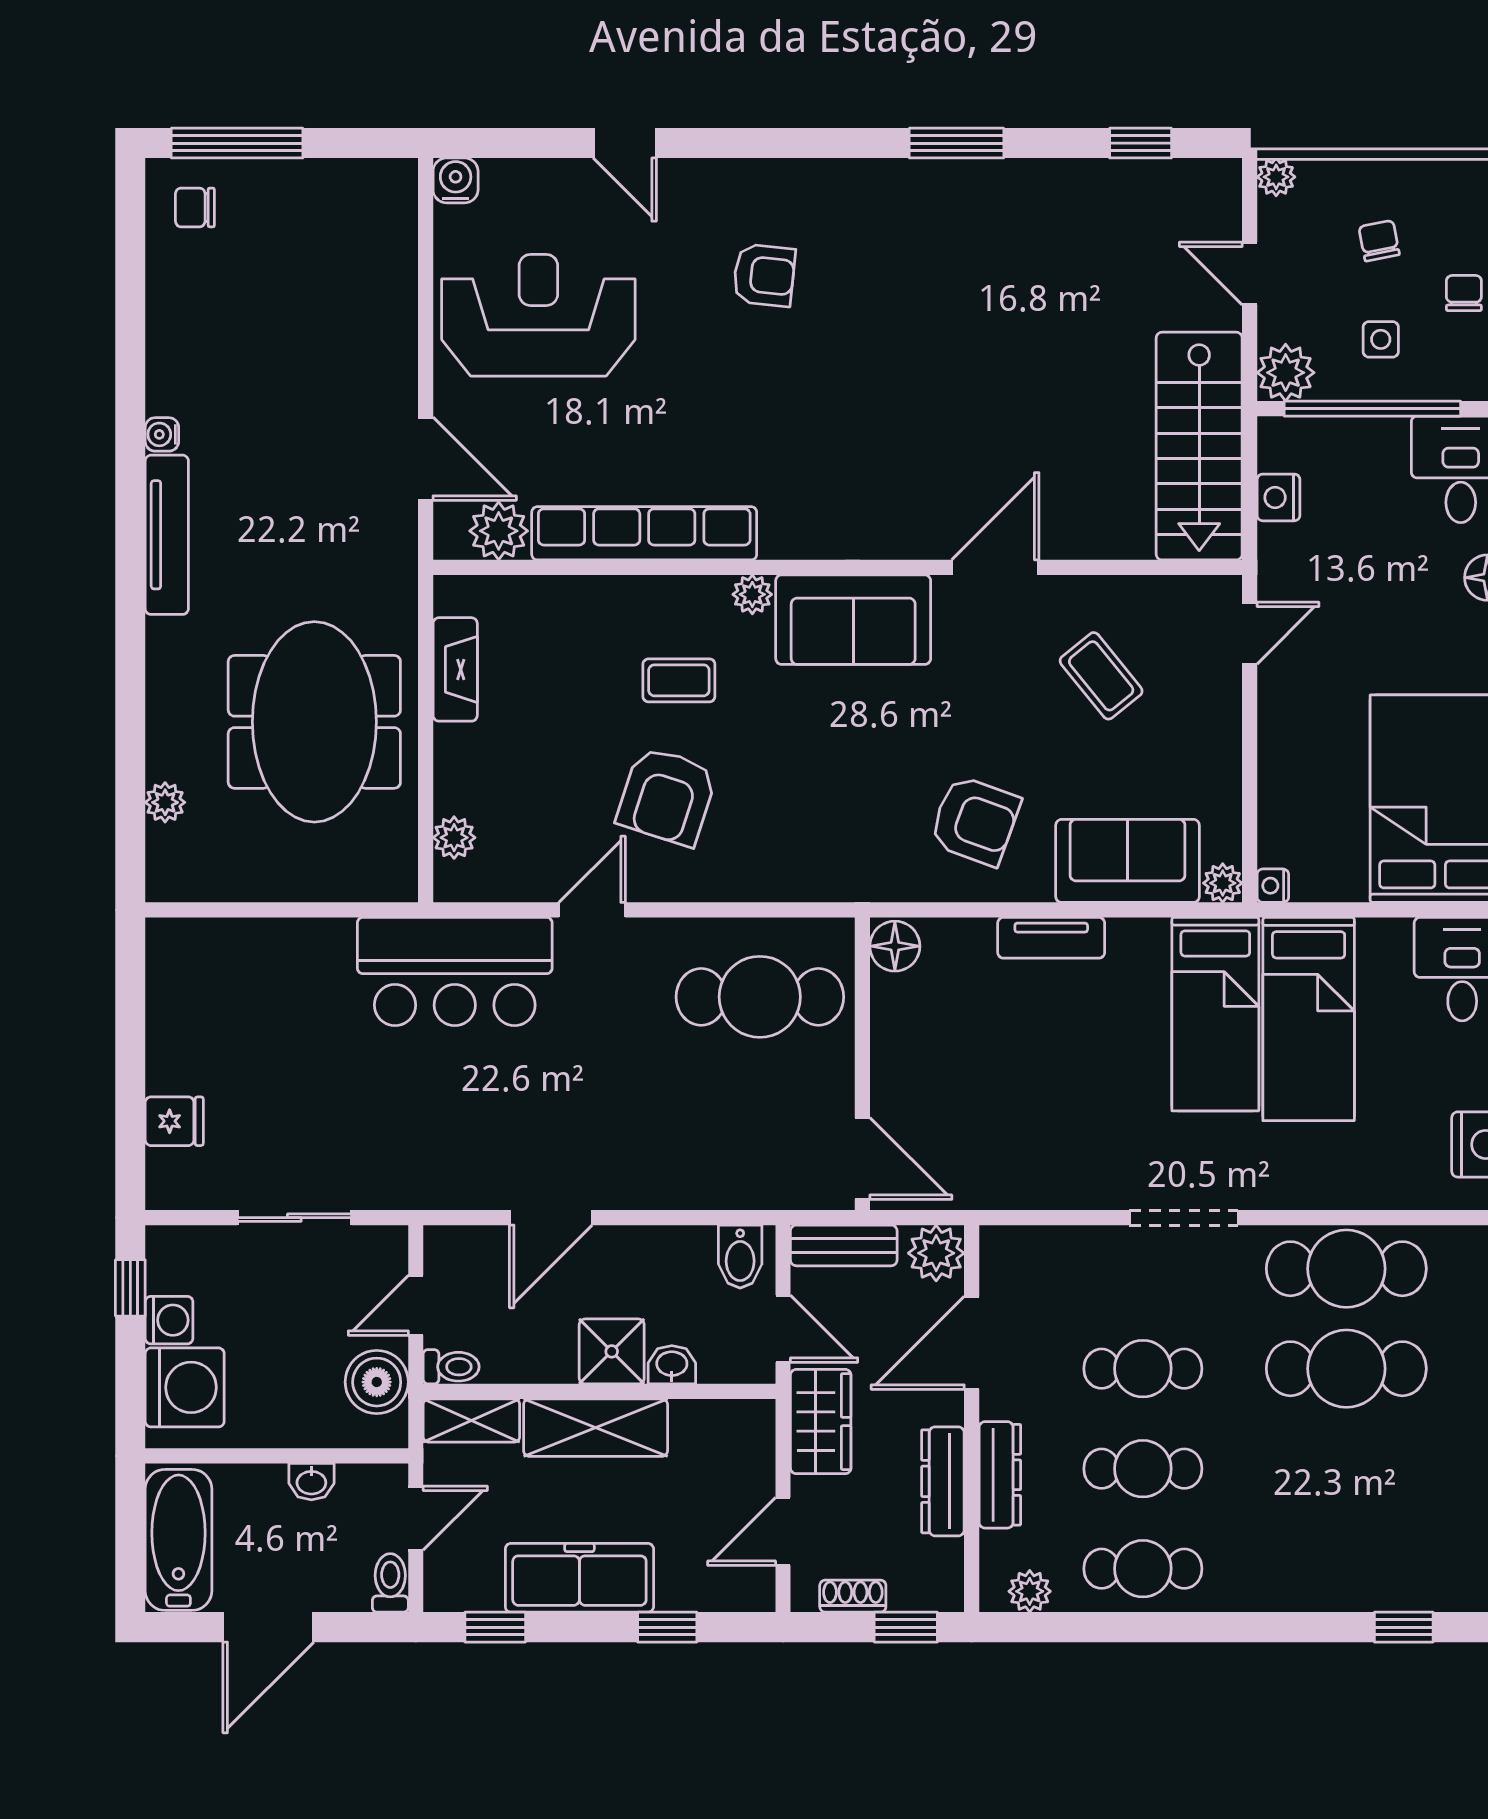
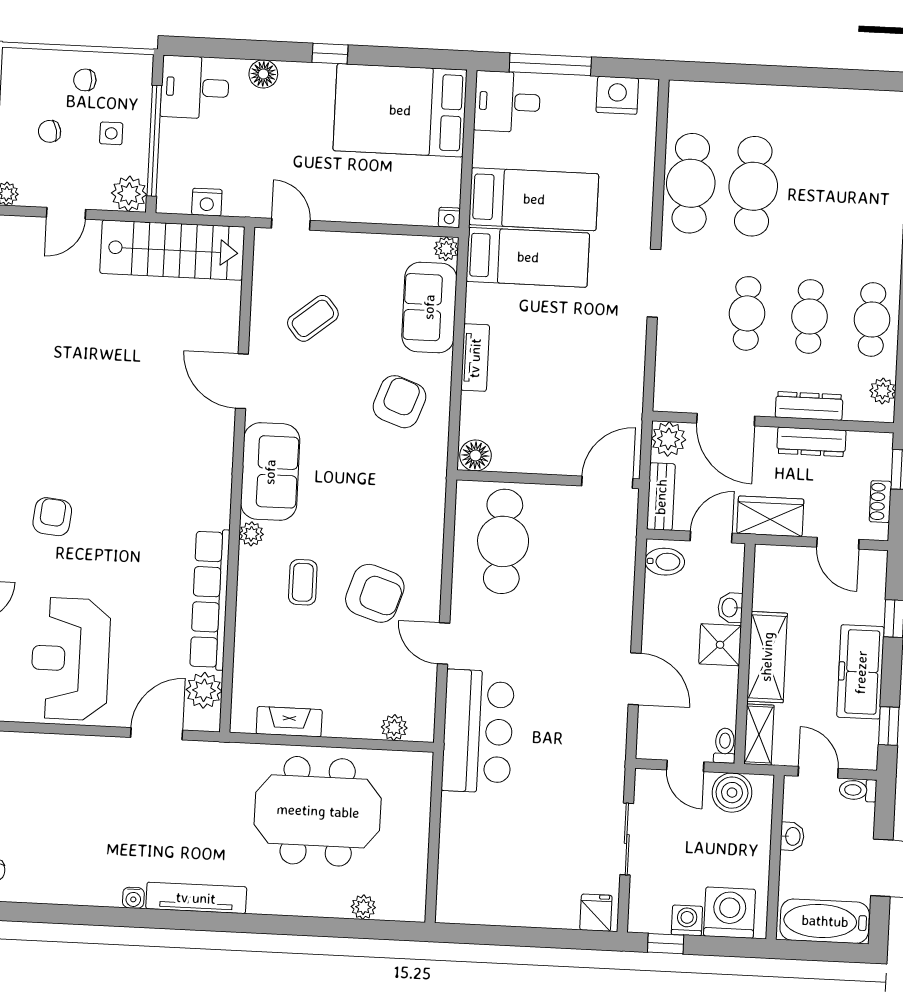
fridge: (174, 1121) -> (596, 913), moved

